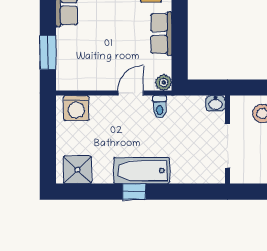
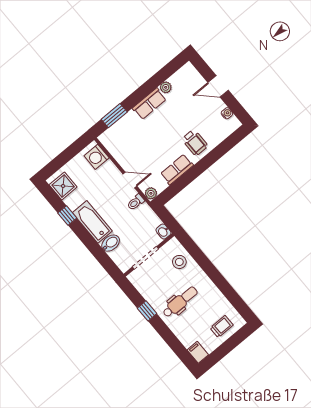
bidet: (181, 170) -> (111, 243), added
window: (134, 192) -> (67, 216), moved

